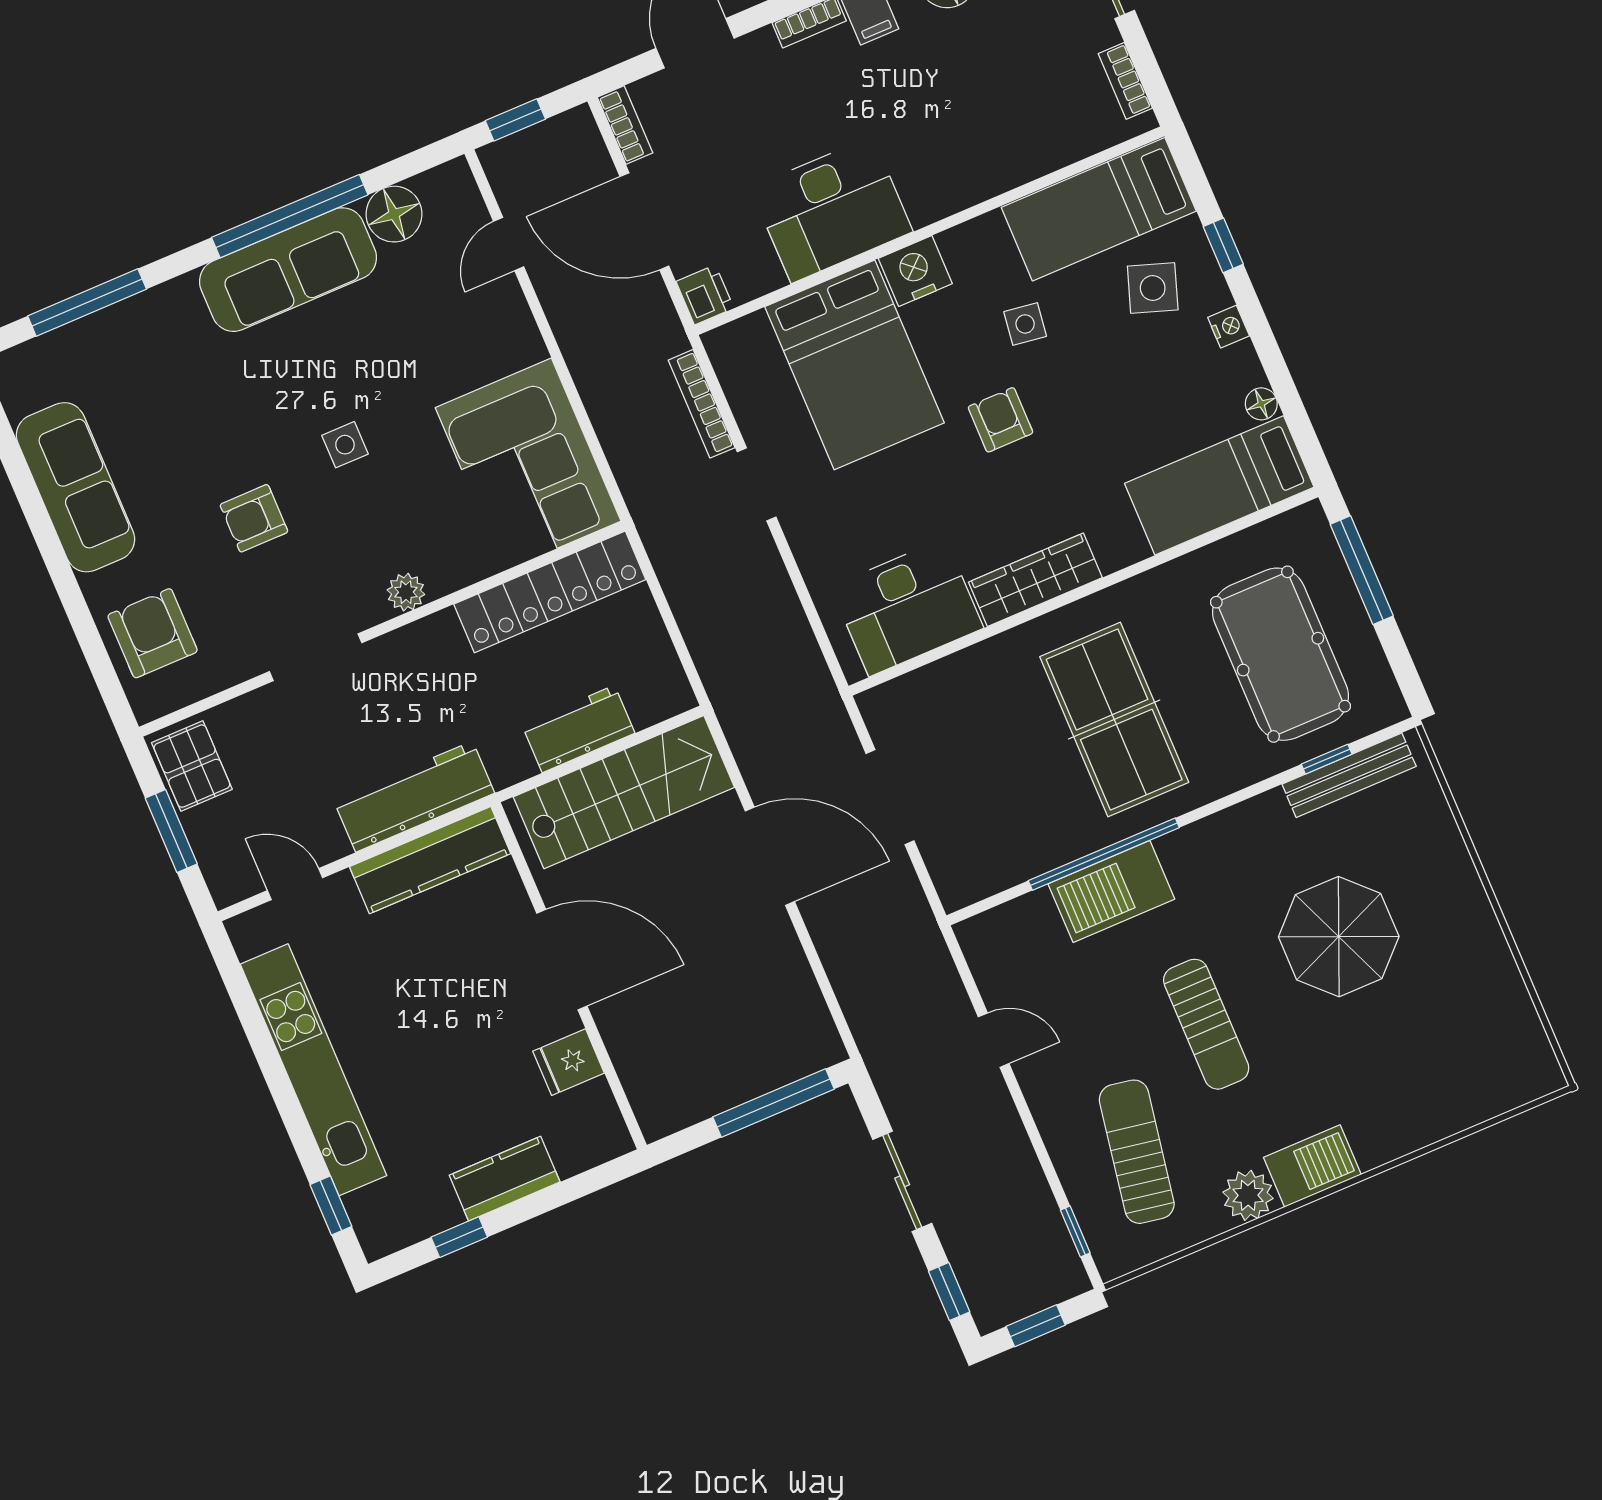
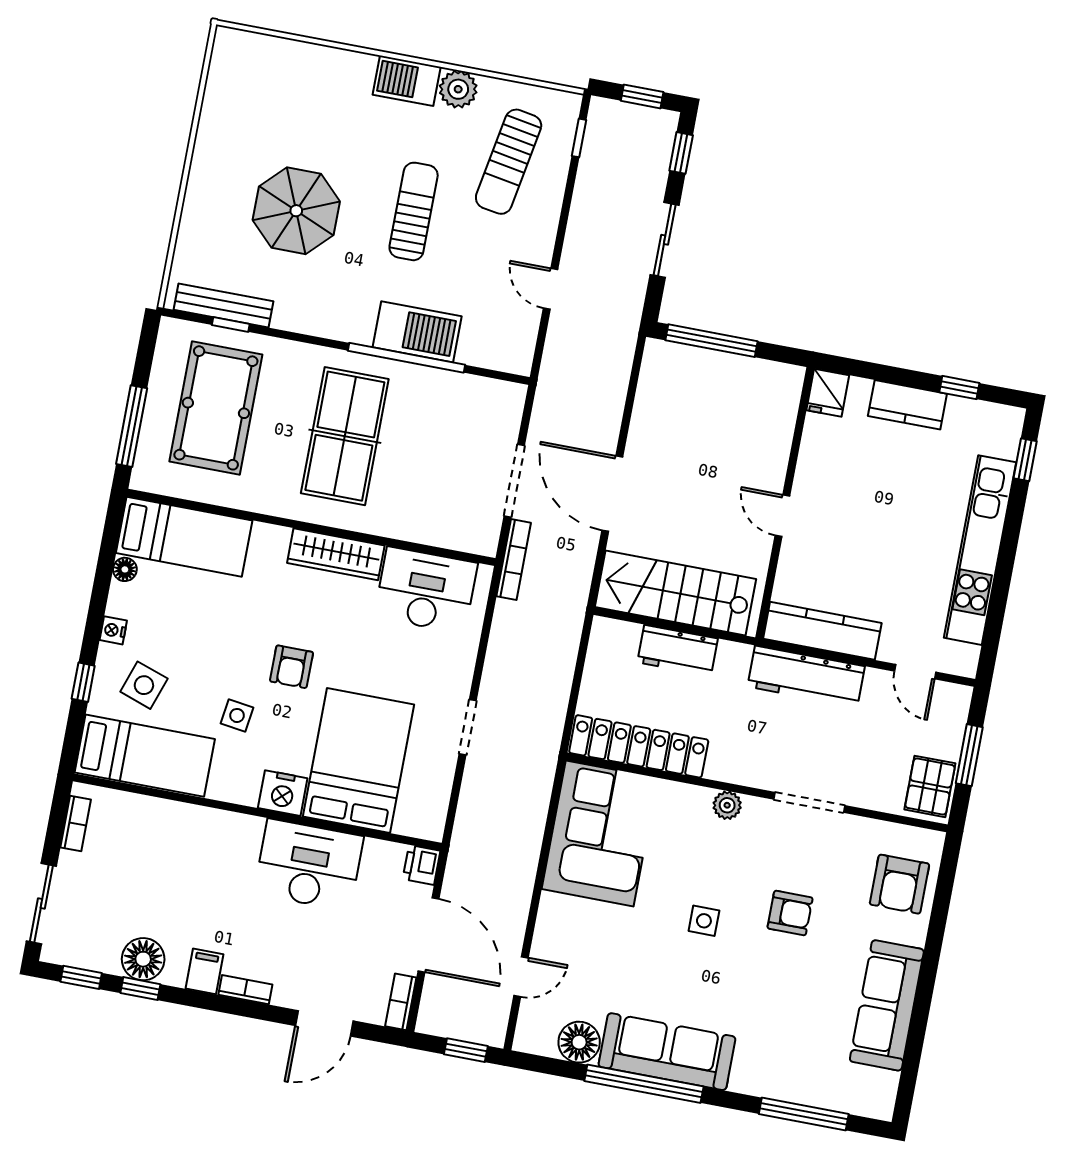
bookcase: (702, 404) -> (514, 559), moved
door: (562, 960) -> (782, 516), width x0.53
fridge: (569, 1062) -> (828, 393), moved, turned 90

